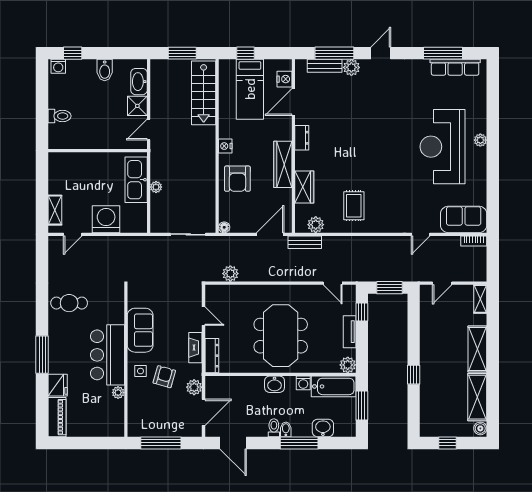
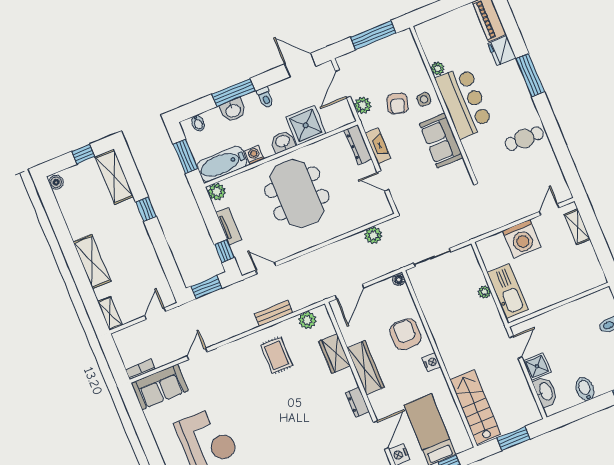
bench: (305, 242) -> (274, 313), moved
shower: (249, 390) -> (306, 125), added
shelving: (477, 397) -> (114, 177), moved
washbasin: (323, 428) -> (233, 110), moved
bidet: (286, 429) -> (198, 123), moved

